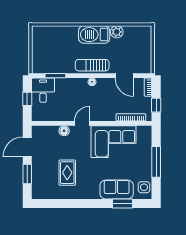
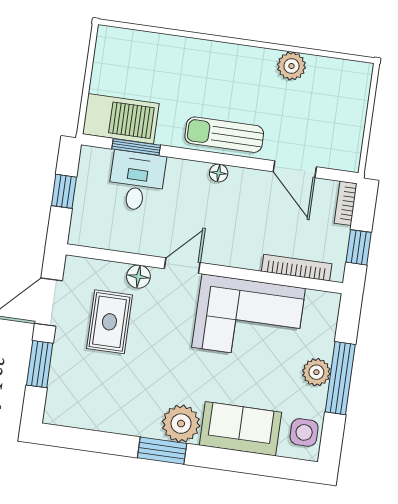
barbecue: (94, 35) -> (121, 119), moved, turned 180
desk: (43, 90) -> (137, 181), moved
plant: (146, 161) -> (316, 372), added
rug: (67, 173) -> (109, 322), moved
plant: (91, 191) -> (181, 424), added
window: (123, 203) -> (162, 451), moved

